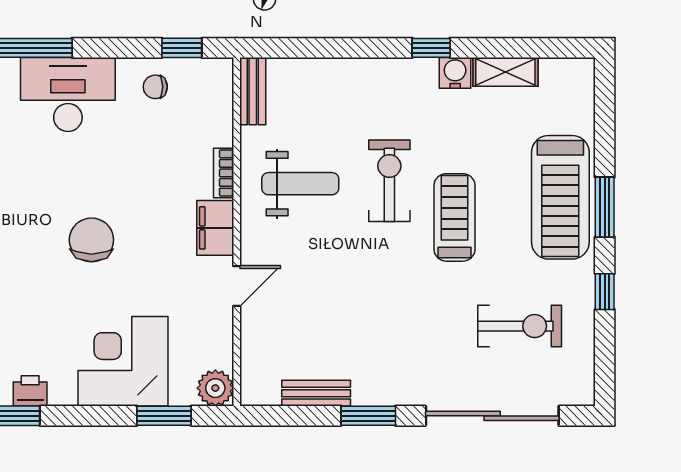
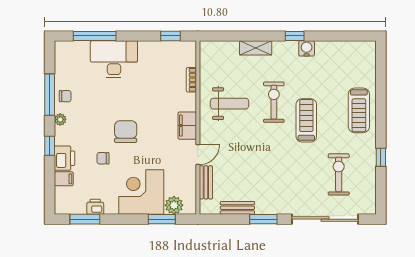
shelving: (505, 72) -> (256, 48), moved
chair: (155, 87) -> (103, 158), moved
bench: (253, 91) -> (206, 182), moved
bookcase: (224, 173) -> (191, 80), moved
treadmill: (560, 197) -> (359, 110), width x0.73, depth x0.73
window: (605, 207) -> (381, 115), removed
exercise bike: (520, 326) -> (339, 174), turned -90
plant: (215, 388) -> (174, 205), moved

